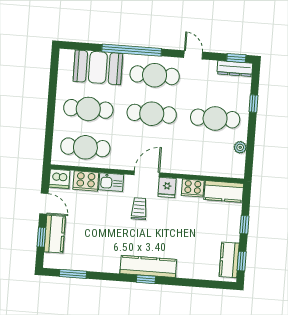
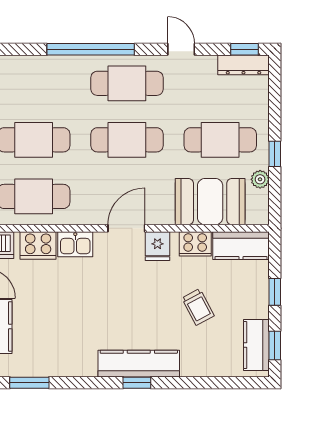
booth: (98, 67) -> (210, 202), moved
window: (253, 104) -> (275, 154), moved
trolley: (139, 209) -> (198, 307), moved, turned 152

